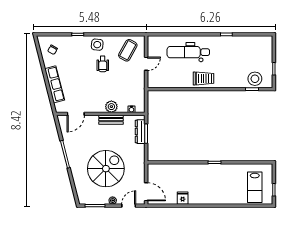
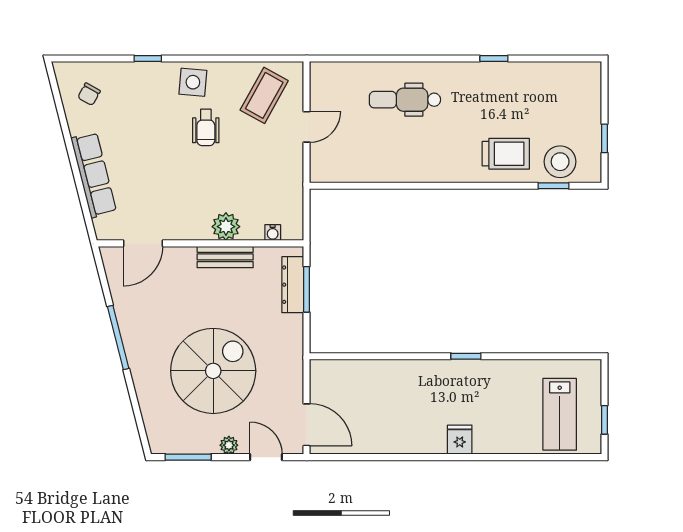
dental chair: (188, 52) -> (405, 100), width x0.73, depth x0.72
trolley: (204, 78) -> (506, 154), moved
fridge: (183, 198) -> (460, 440), moved
door: (129, 206) -> (266, 457), hinge flipped

